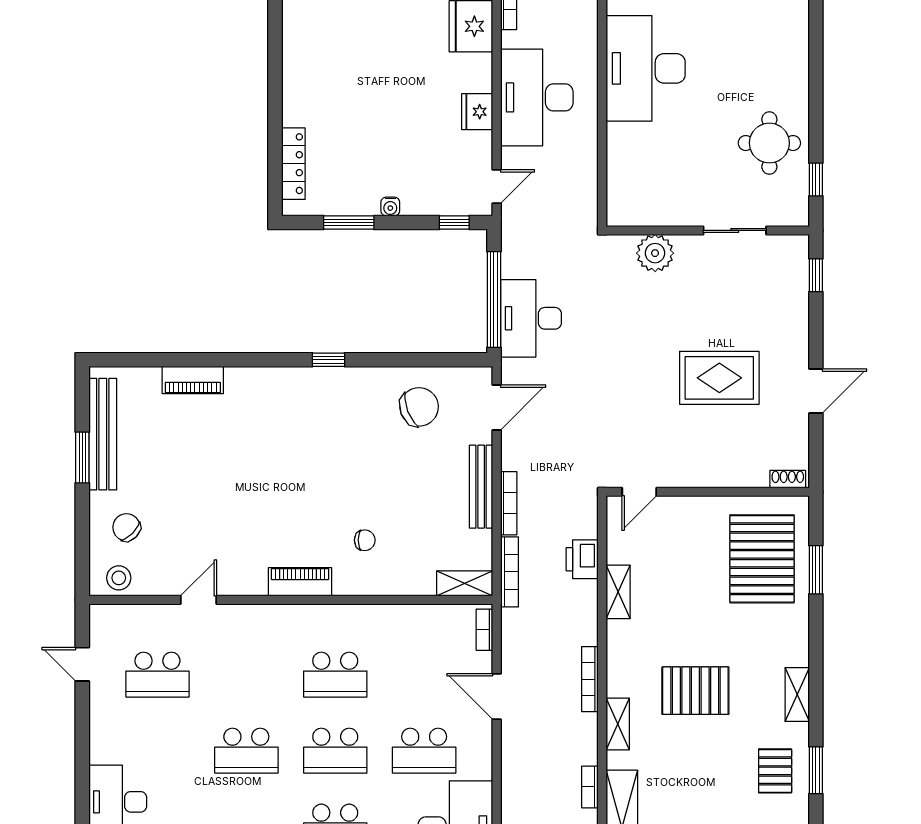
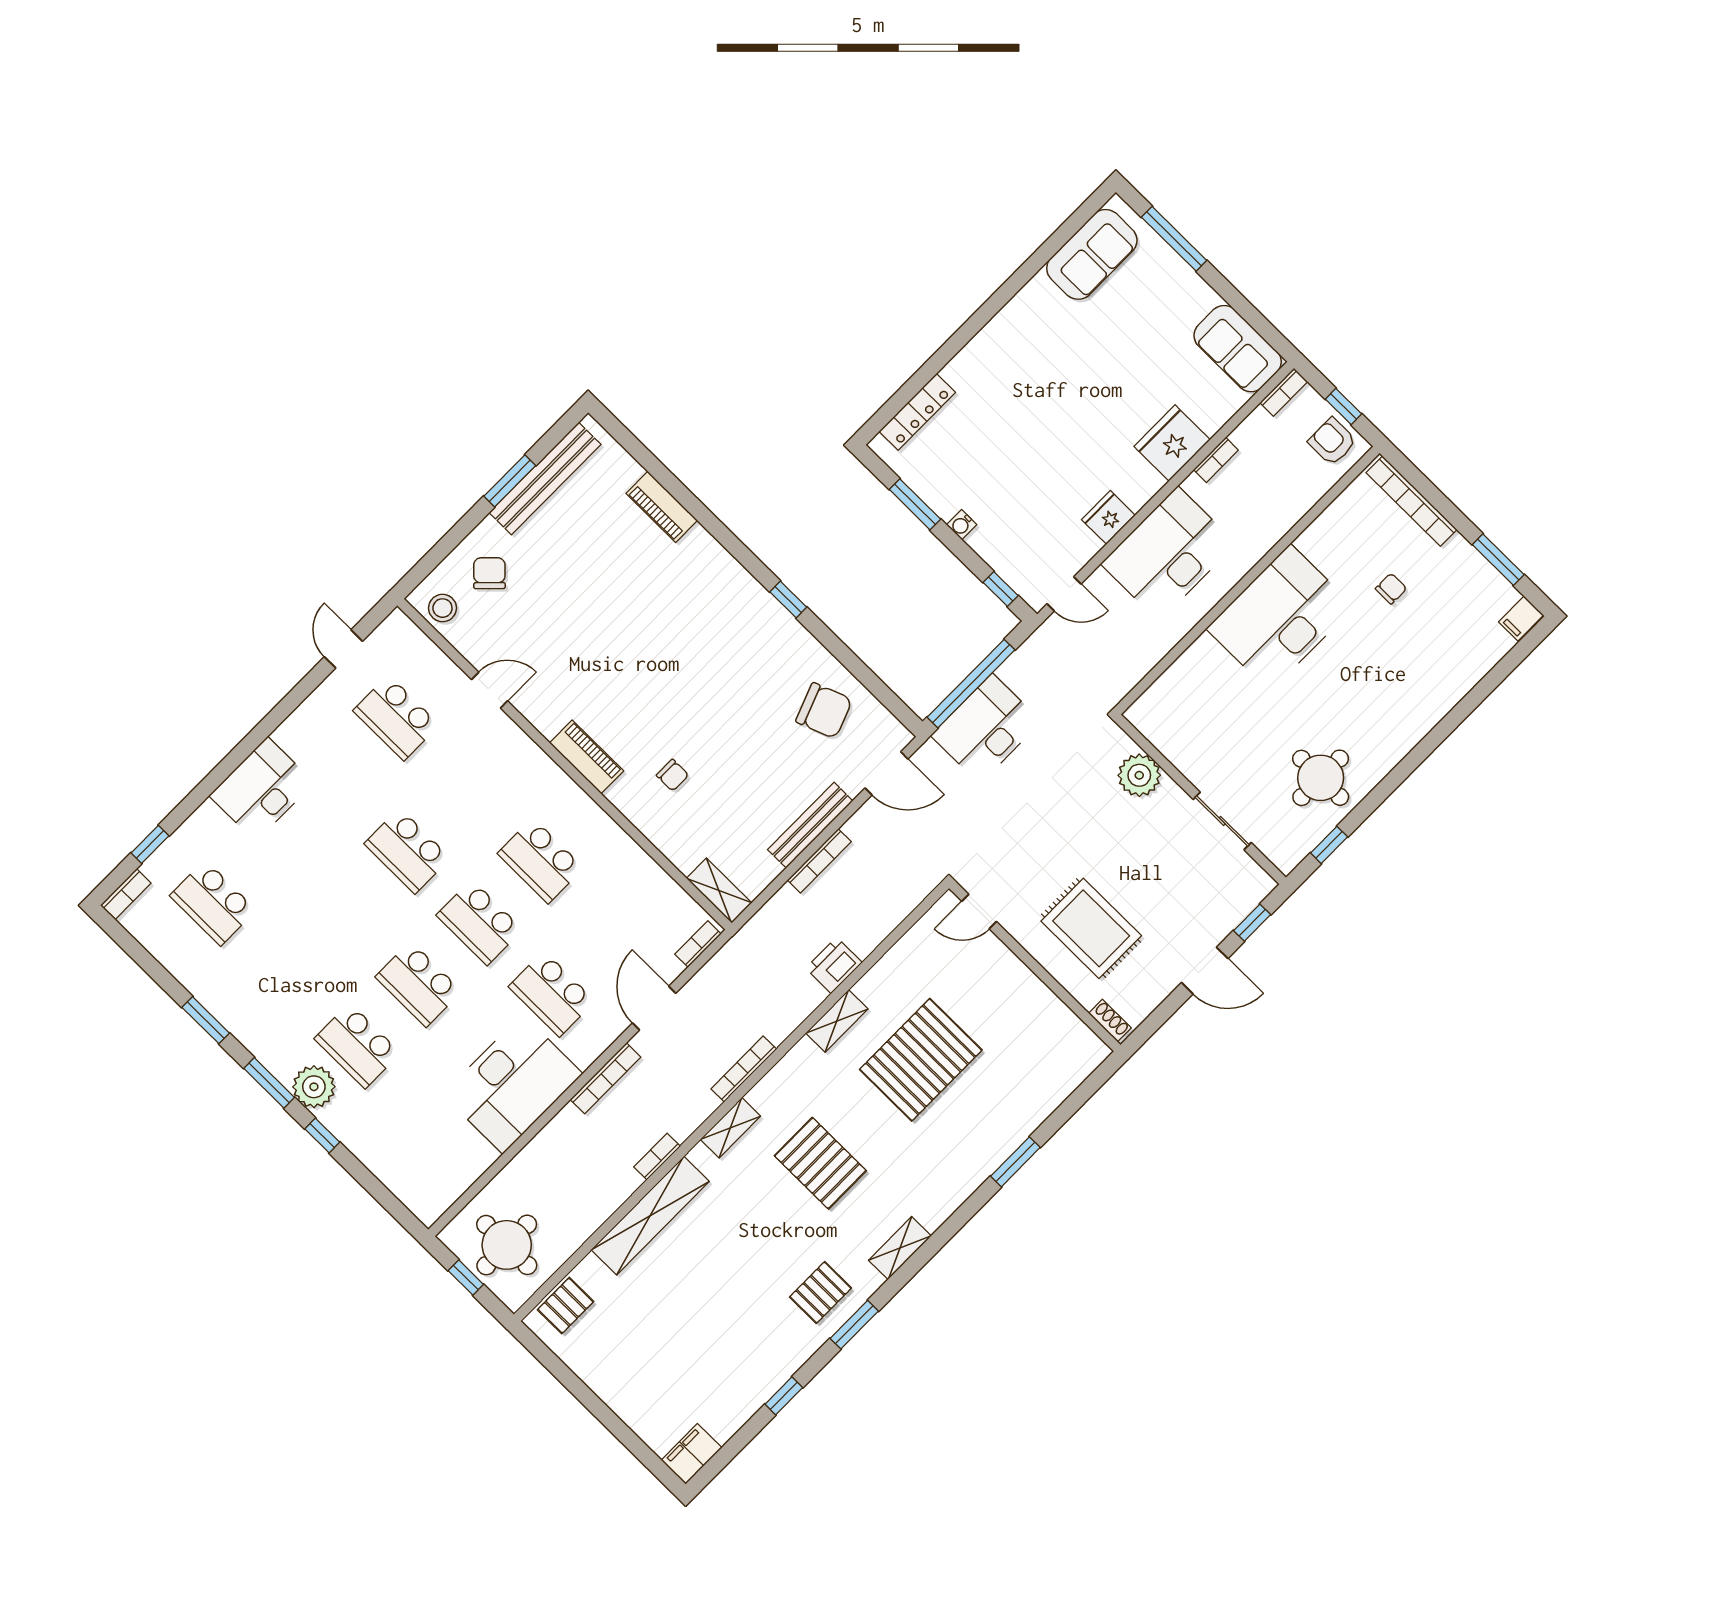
door: (816, 391) -> (1205, 971), moved
shoe rack: (788, 479) -> (1110, 1021), moved
door: (639, 492) -> (979, 911), moved
wall: (708, 492) -> (1035, 966), moved
pallet: (762, 559) -> (921, 1060), moved
bookcase: (510, 572) -> (605, 1078), moved

